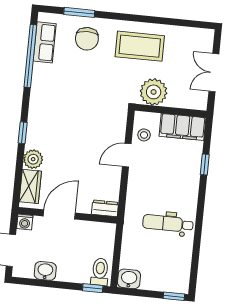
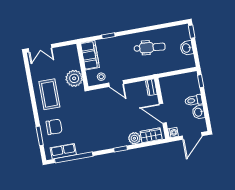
double door: (214, 73) -> (40, 48), moved
dental chair: (168, 223) -> (150, 47), turned -84
toilet: (100, 272) -> (194, 100), moved
washbasin: (129, 279) -> (187, 48), moved

